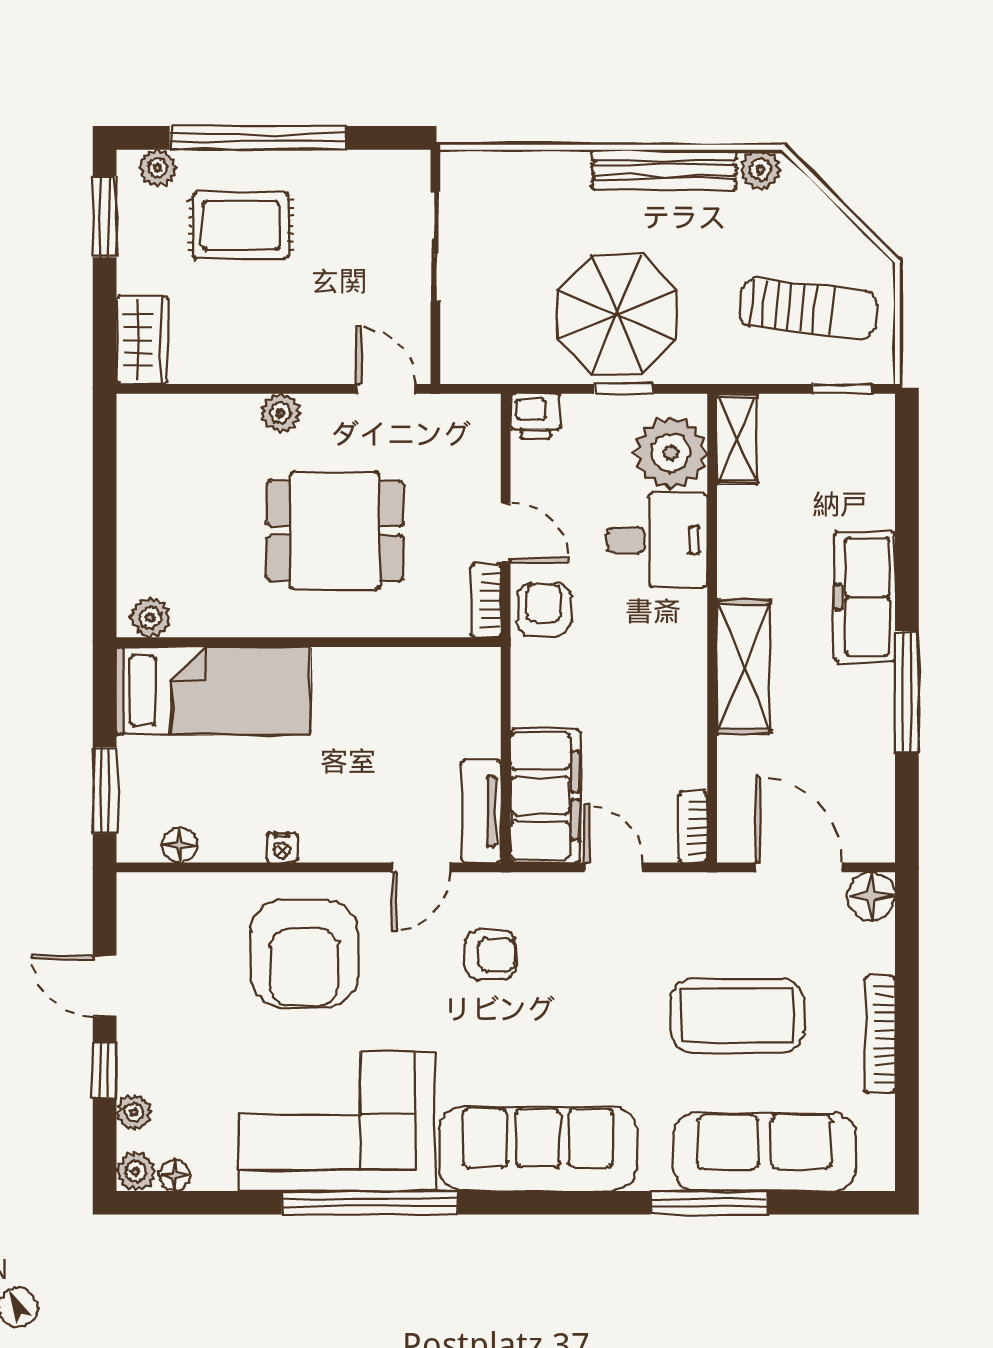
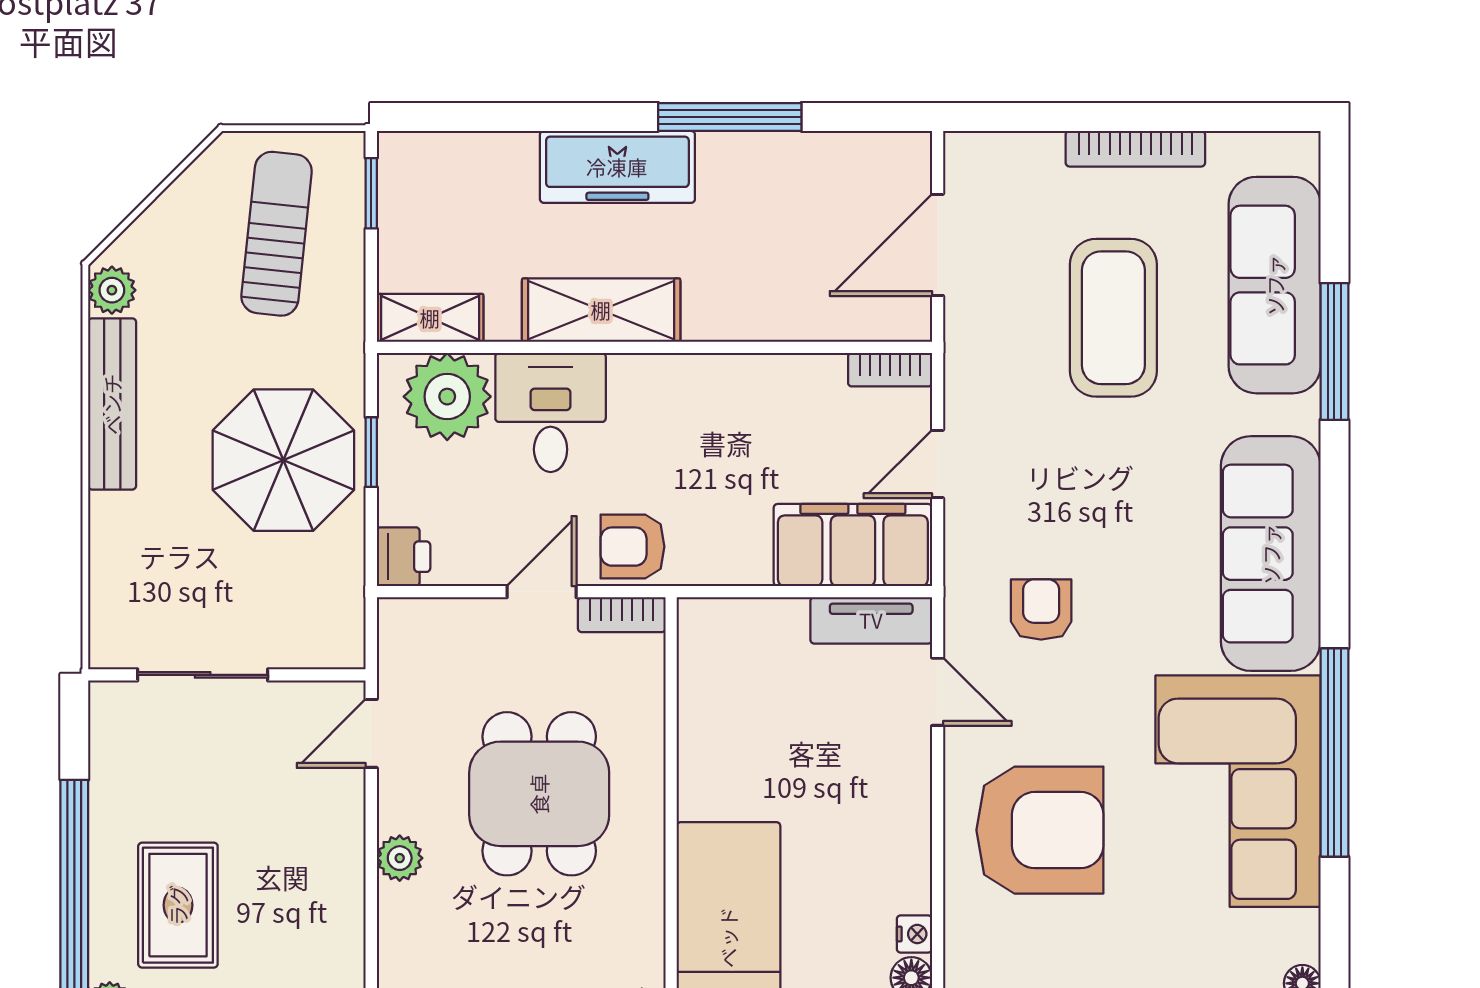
shelving: (744, 667) -> (601, 310), moved
nightstand: (282, 848) -> (914, 934), moved
floor lamp: (871, 896) -> (971, 159), removed

